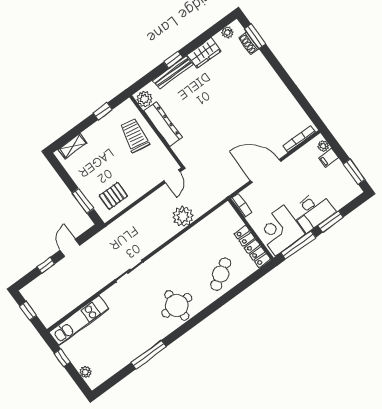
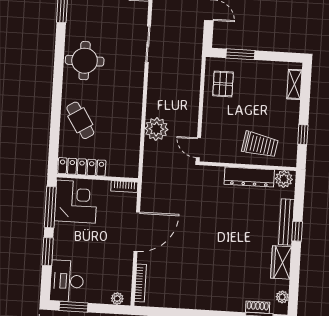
filing cabinet: (329, 158) -> (103, 295), removed
desk: (313, 211) -> (67, 281), moved

